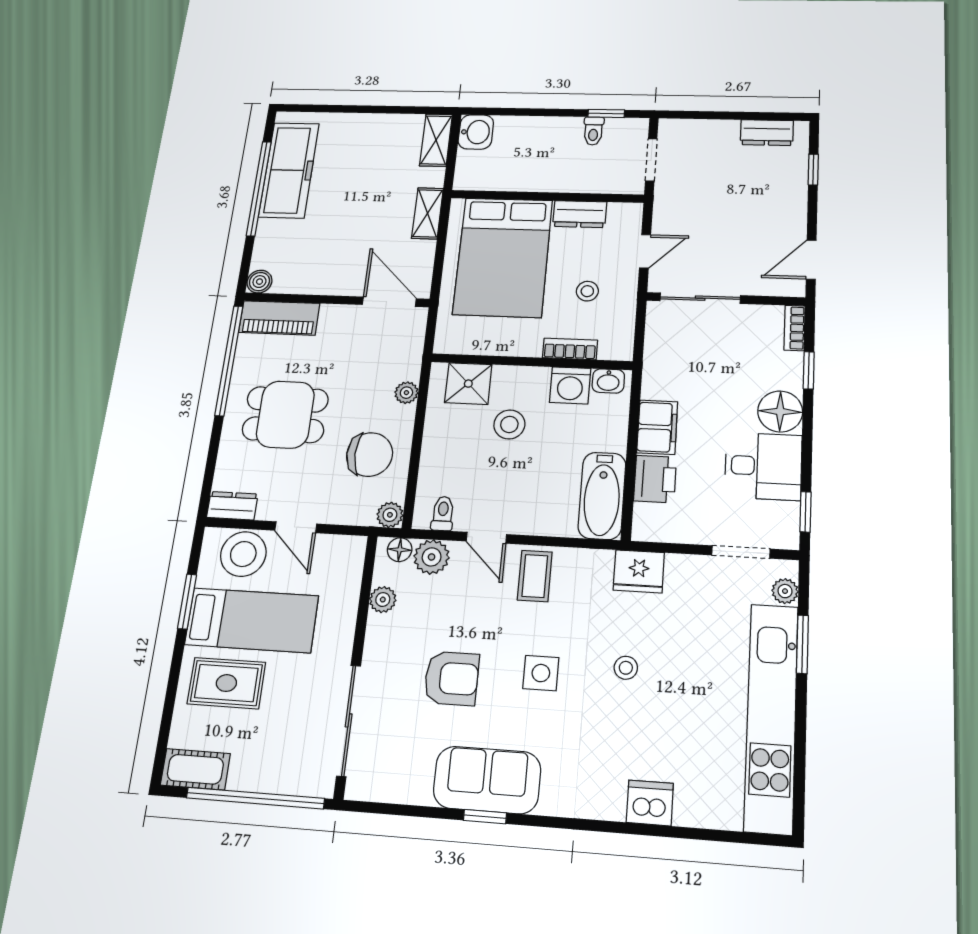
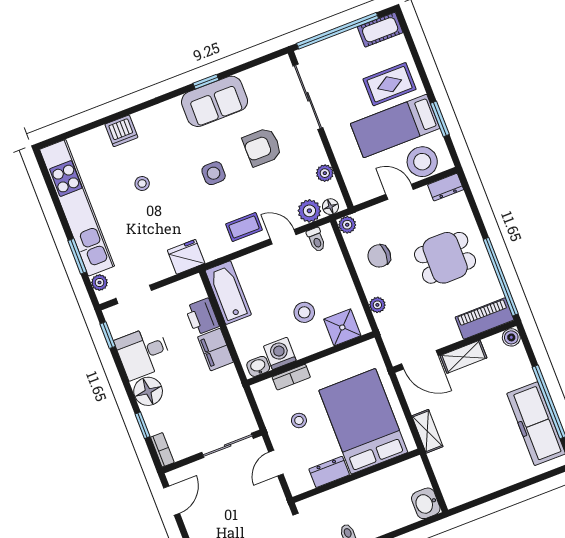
shelving: (436, 140) -> (463, 357), moved, turned 90
chair: (370, 455) -> (379, 256), width x0.73, depth x0.73
coffee table: (535, 576) -> (244, 227), turned 90
stool: (626, 668) -> (142, 183), moved

